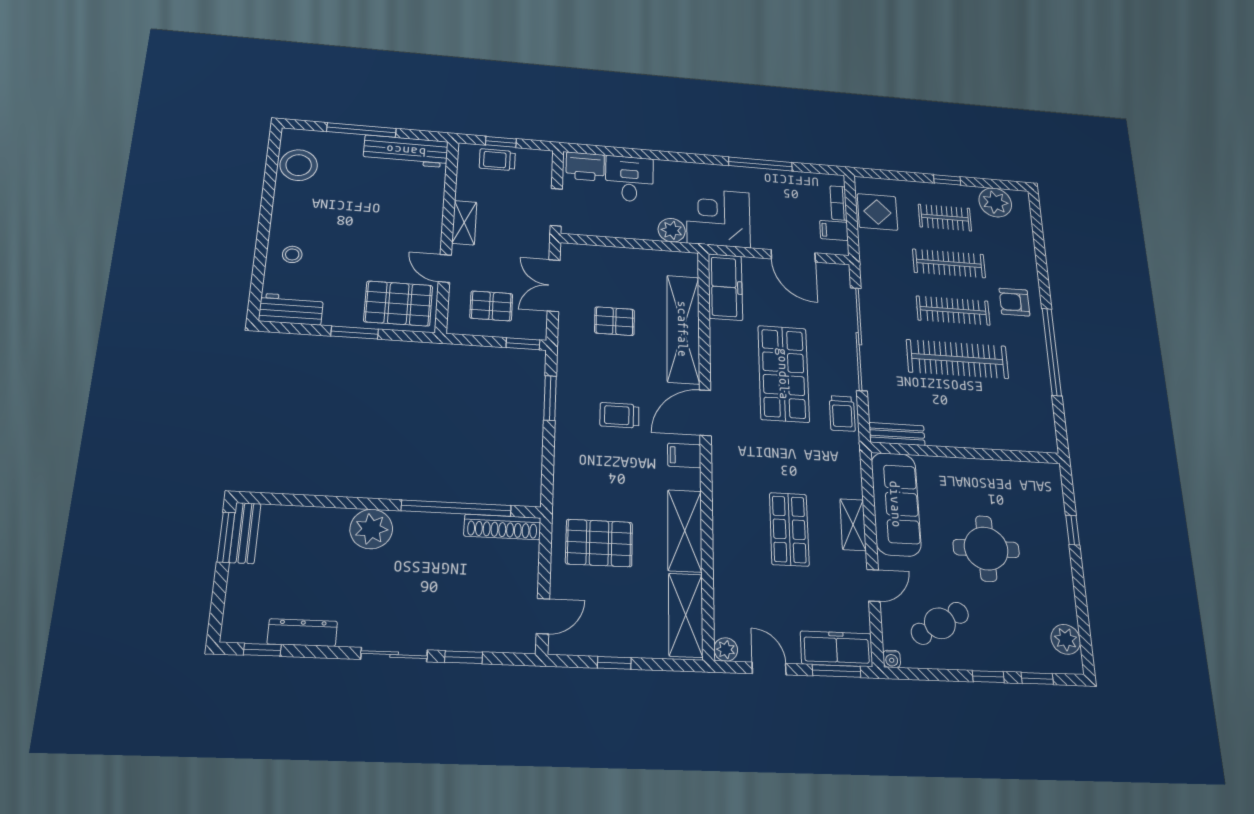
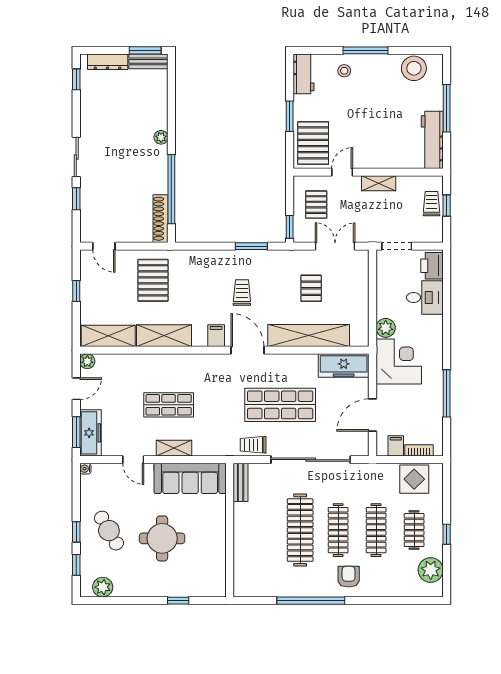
window: (264, 224) -> (366, 50), added
plant: (371, 529) -> (161, 137), width x0.53, depth x0.53
cafe table: (940, 623) -> (109, 531), moved
dresser: (302, 633) -> (108, 62), moved, turned 90

